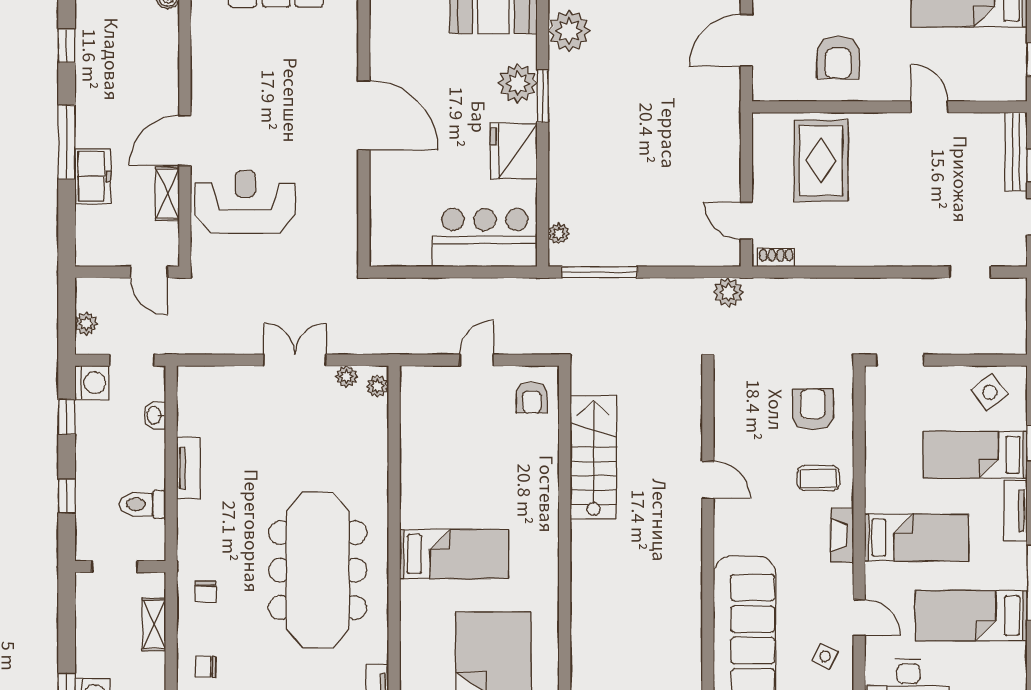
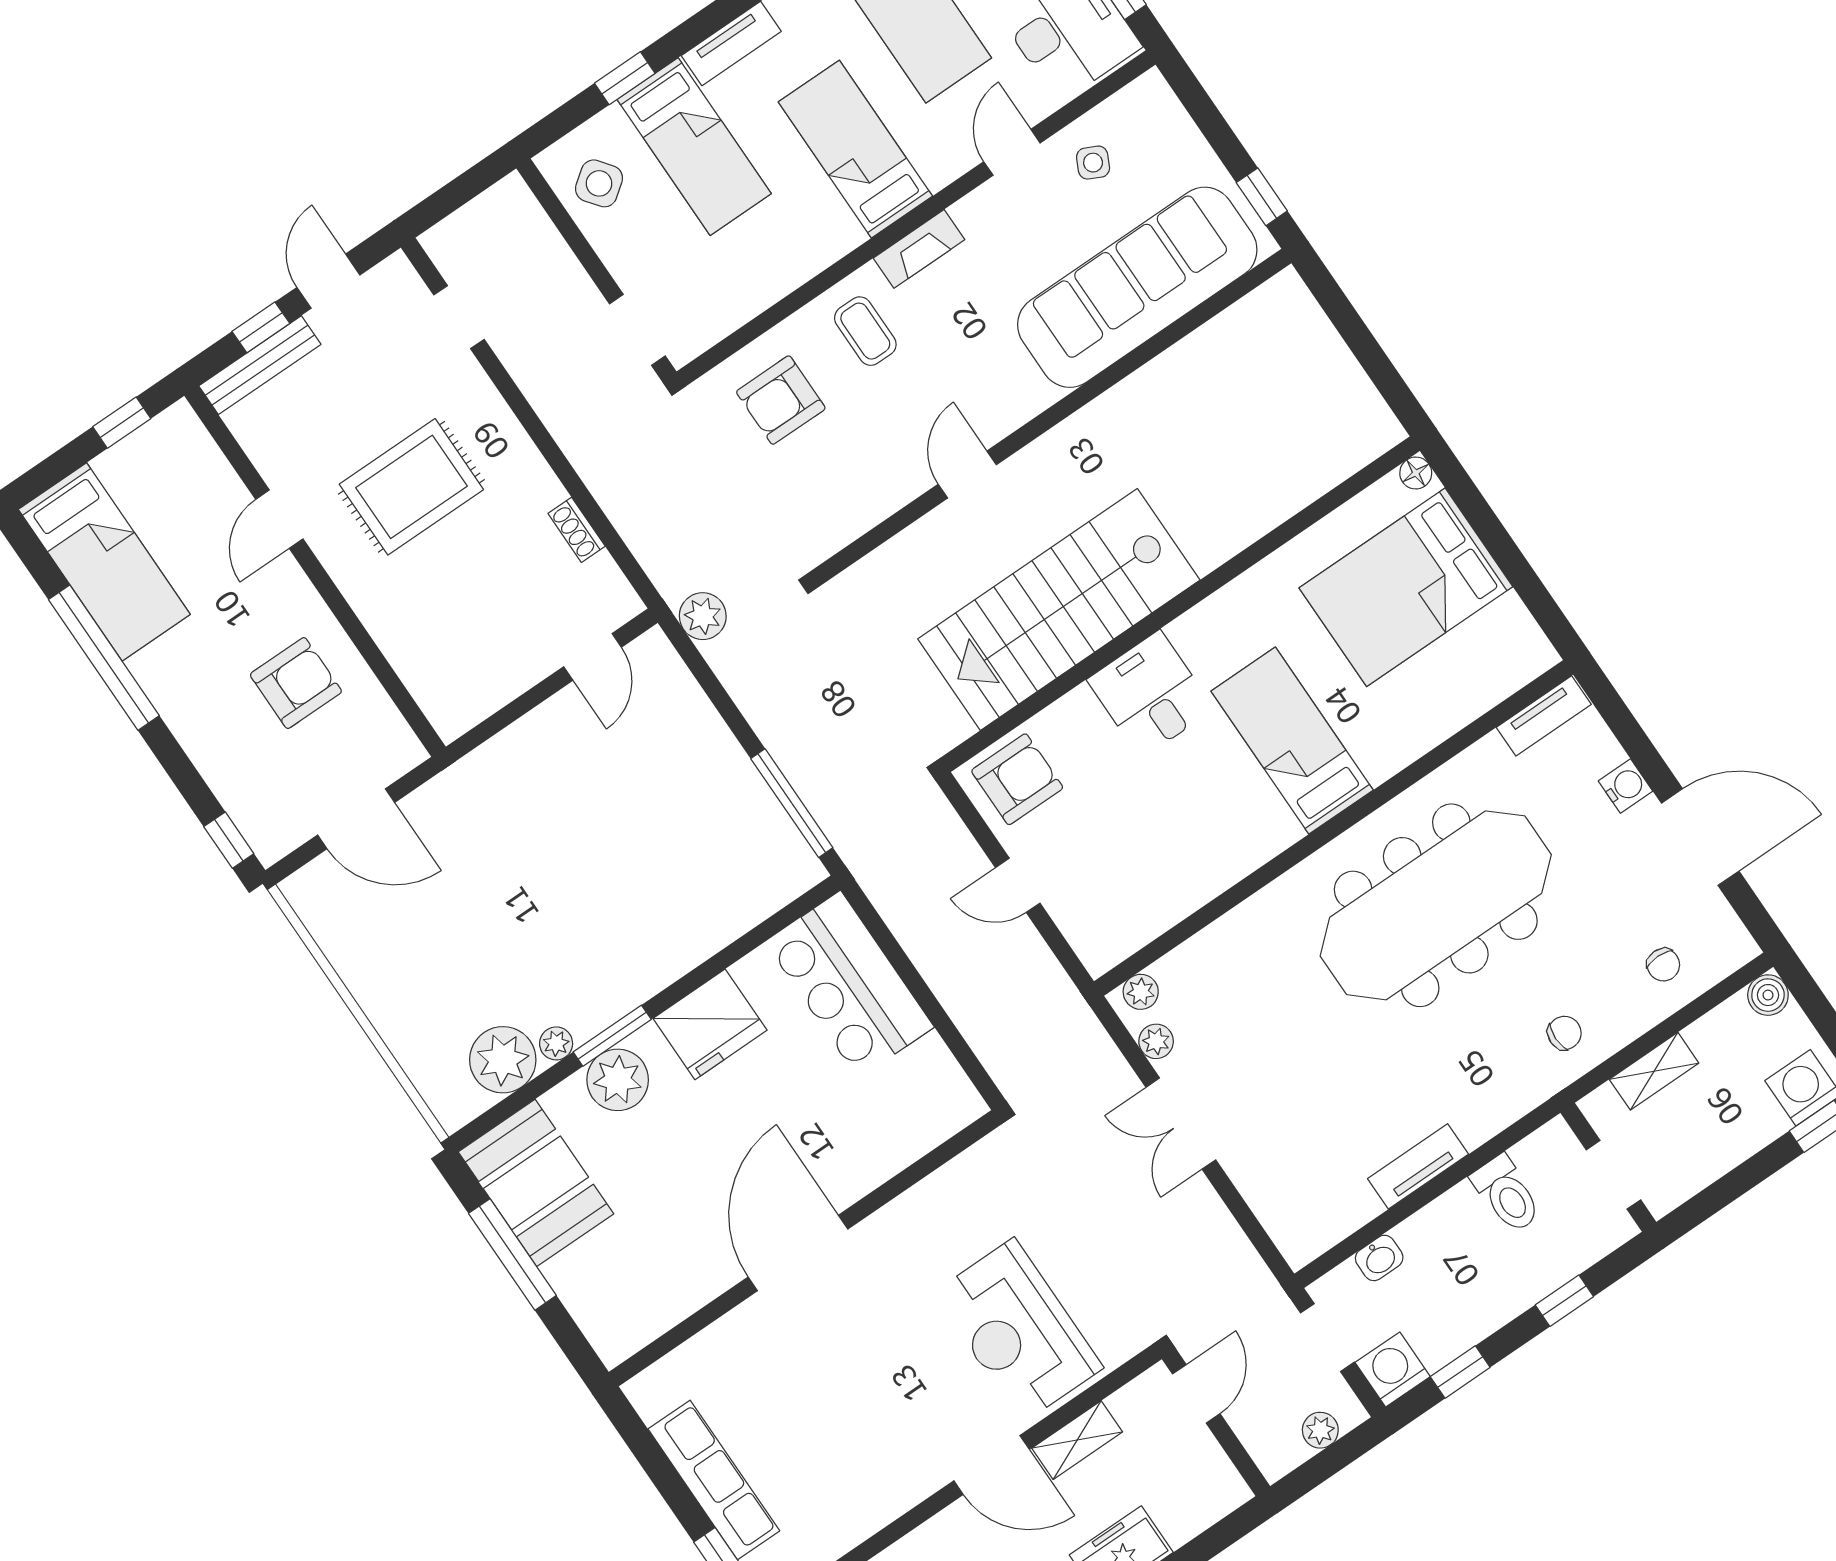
rug: (821, 161) -> (411, 487), moved
plant: (559, 234) -> (556, 1043), moved
shoe rack: (776, 257) -> (577, 530), moved
armchair: (532, 398) -> (1017, 779), width x1.38, depth x1.38
stairs: (593, 457) -> (1059, 610), width x1.36, depth x1.51
desk: (529, 497) -> (1150, 694), added

